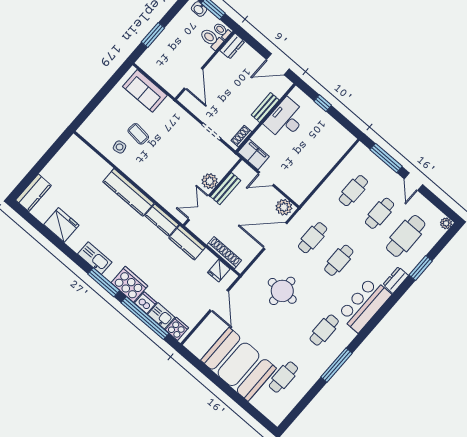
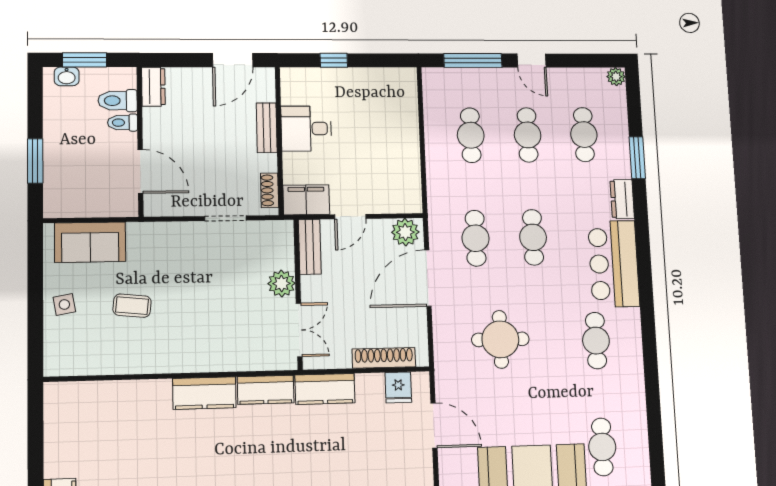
toilet: (222, 31) -> (123, 123), moved
desk: (286, 119) -> (306, 129), width x0.73
side table: (120, 147) -> (64, 304), moved
bench: (226, 189) -> (310, 247), moved
kitchen counter: (128, 192) -> (204, 393), width x0.67
double door: (199, 208) -> (299, 330), swing flipped
cafe table: (406, 236) -> (584, 135), width x0.73, depth x0.74
window: (336, 365) -> (651, 370), removed

